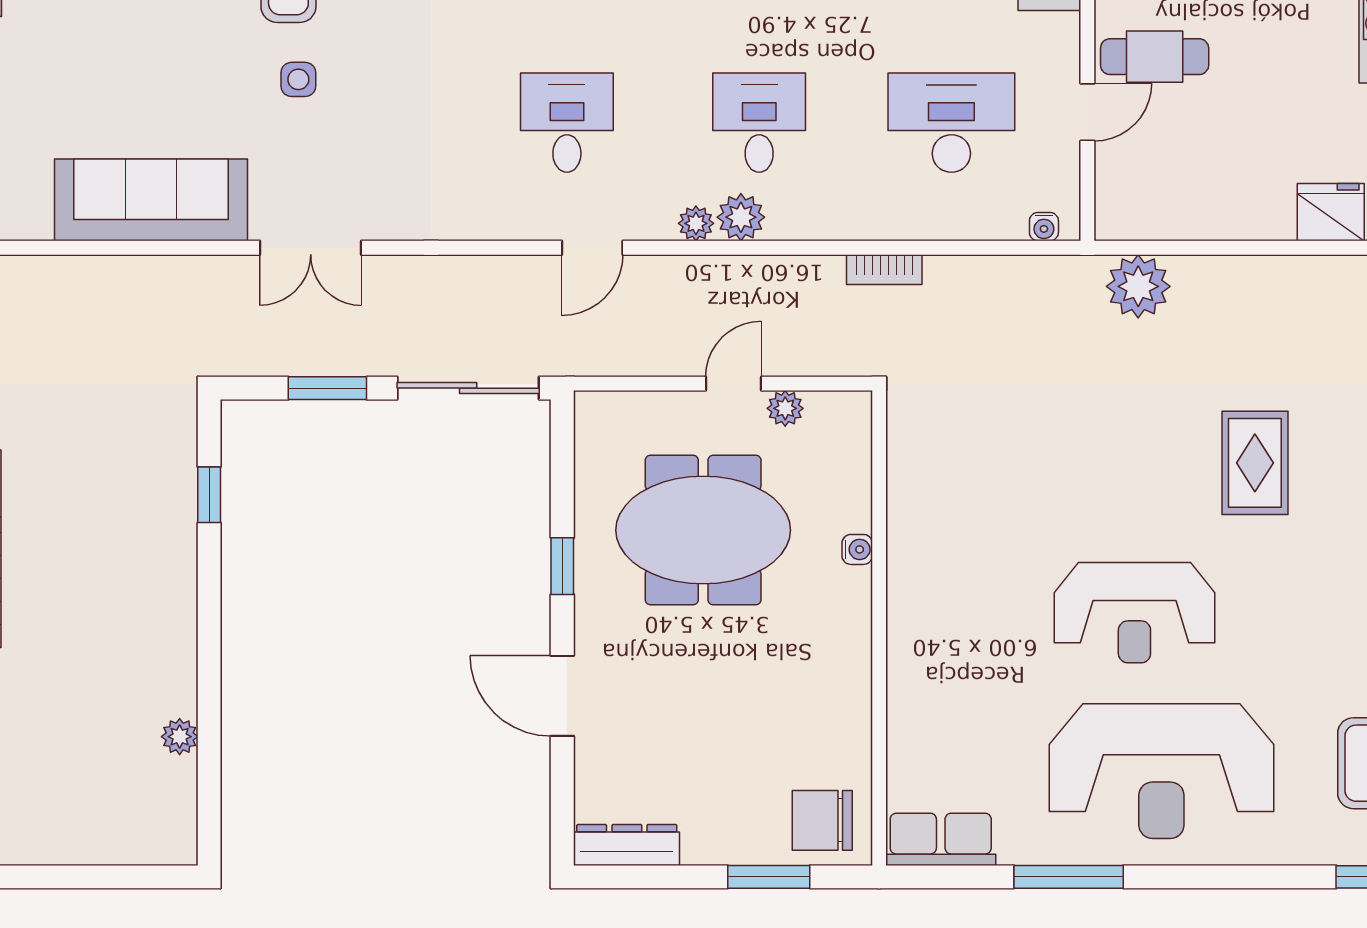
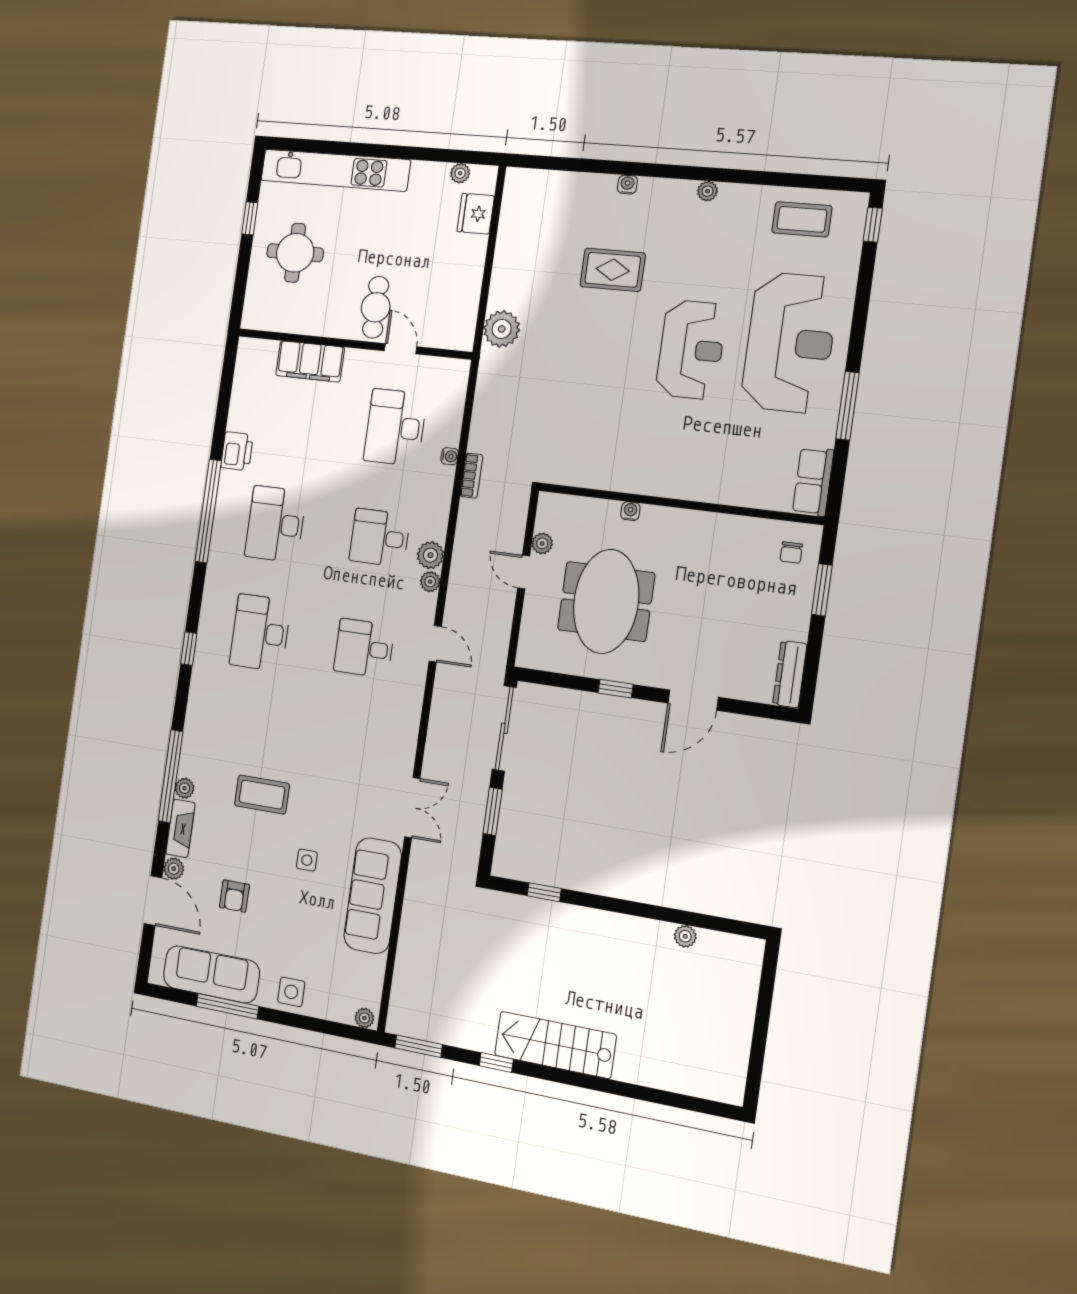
side table: (298, 79) -> (307, 860), moved
water cooler: (1044, 227) -> (450, 456), moved
chair: (822, 820) -> (791, 553), width x0.54, depth x0.54

